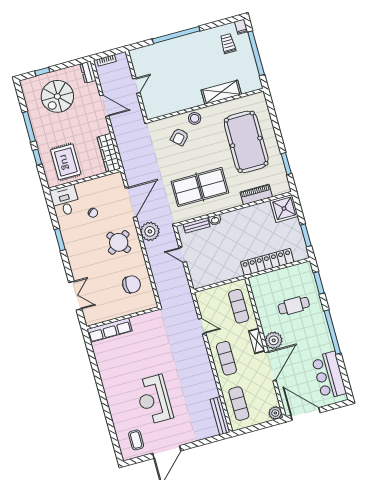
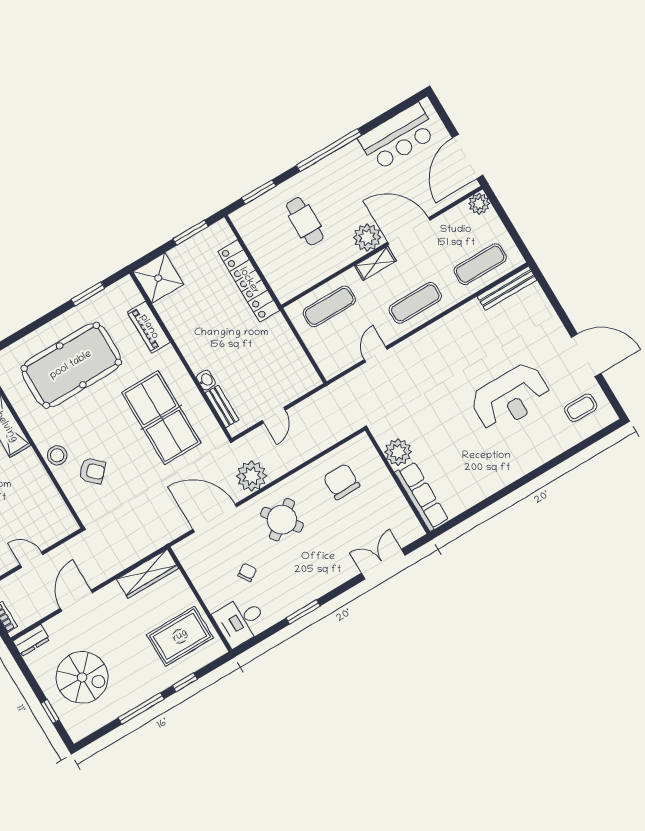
plant: (140, 323) -> (398, 452), added

